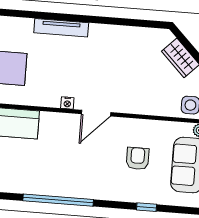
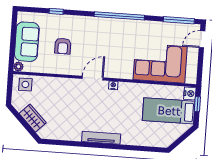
tv unit: (61, 28) -> (101, 138), moved

